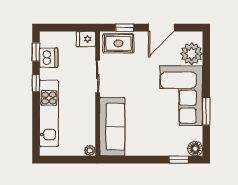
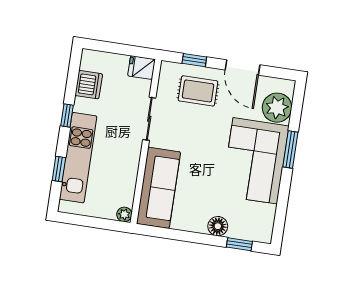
door: (161, 28) -> (242, 67), hinge flipped
rug: (118, 43) -> (198, 91), moved
window: (36, 52) -> (59, 169), moved
window: (206, 111) -> (290, 150), moved
floor lamp: (195, 149) -> (218, 226), moved

